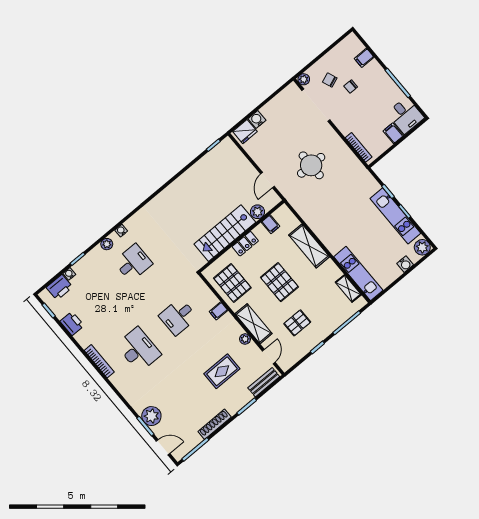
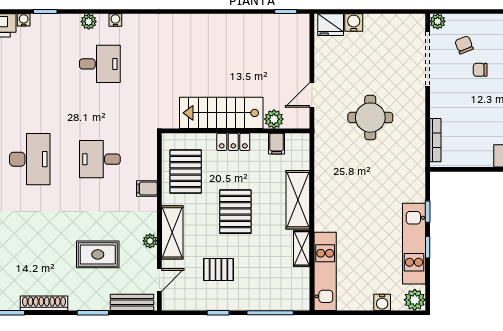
filing cabinet: (393, 133) -> (484, 156), removed
shelving: (348, 288) -> (302, 248), moved

